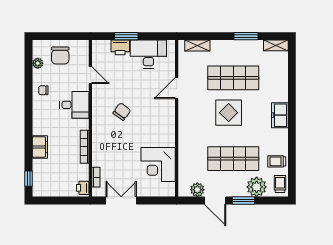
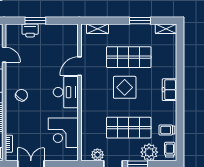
desk: (148, 54) -> (66, 92), moved, turned 90
chair: (122, 112) -> (21, 95), moved

